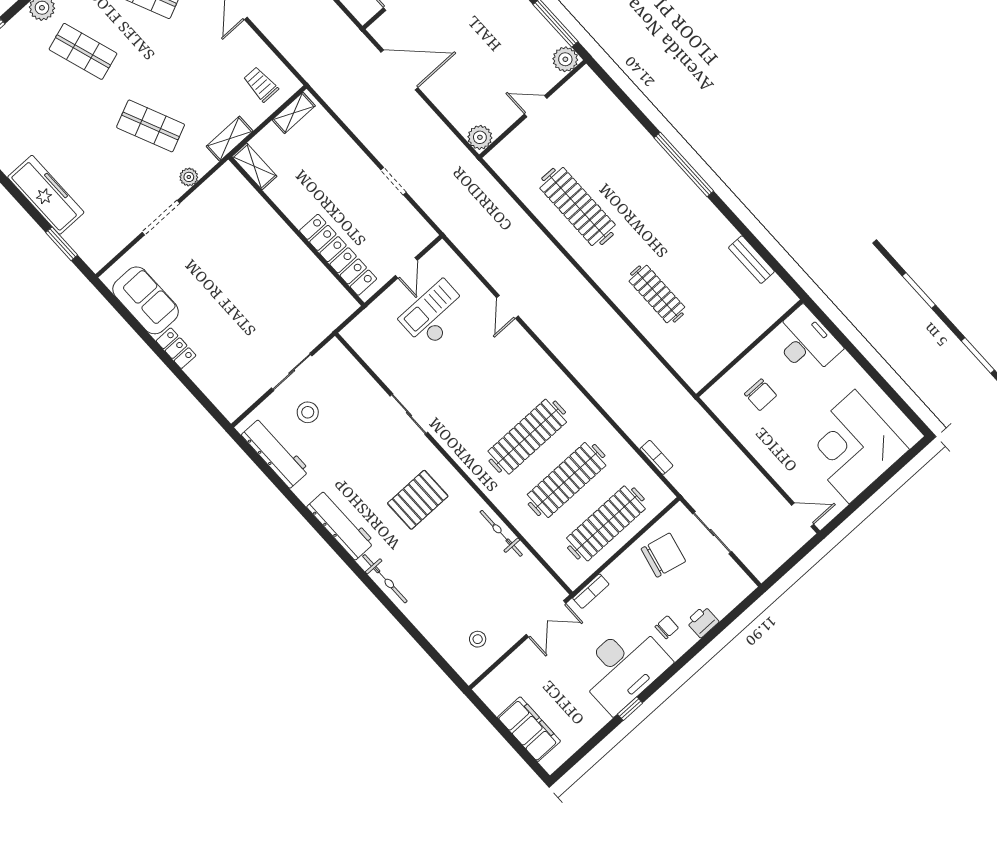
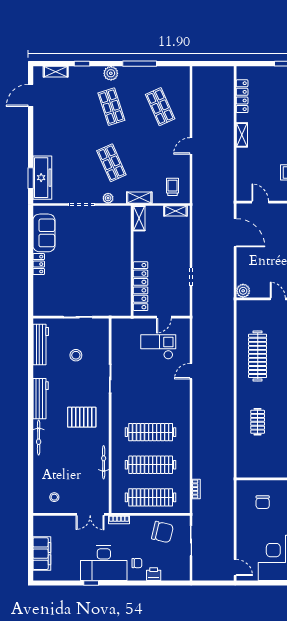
freezer: (46, 195) -> (42, 178), moved
clothes rail: (657, 294) -> (258, 422), width x0.73
stool: (308, 412) -> (76, 355), moved

